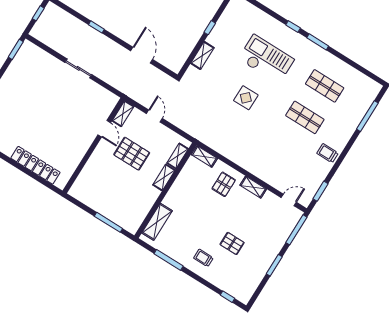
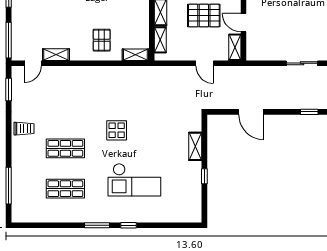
display table: (246, 98) -> (117, 130), moved
shelving: (253, 187) -> (56, 55), moved

